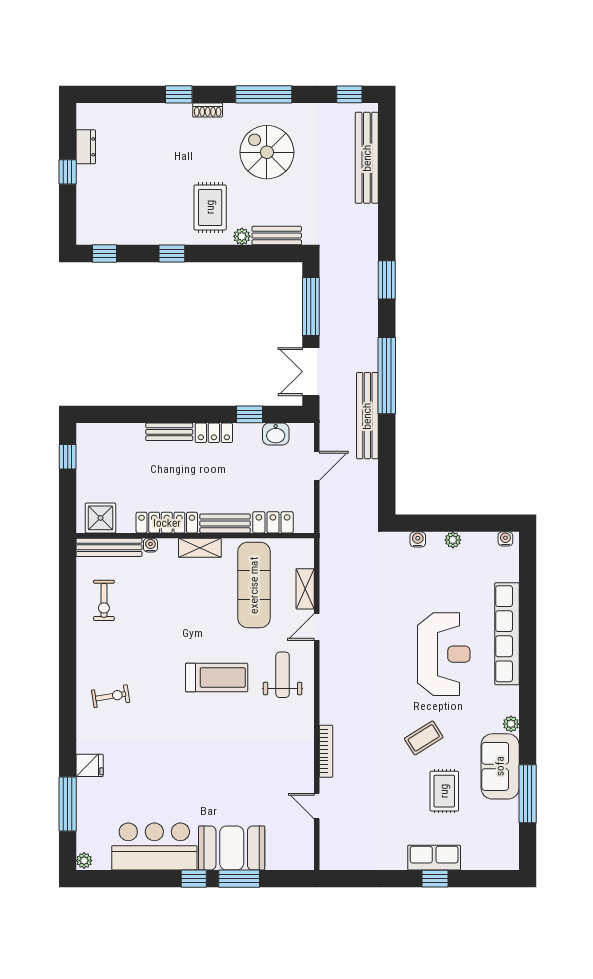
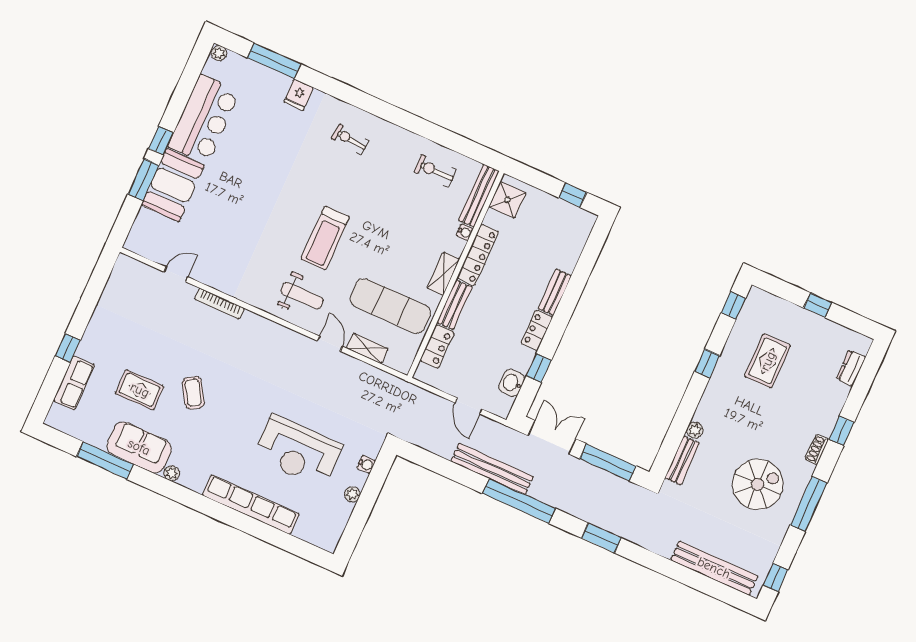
dresser: (86, 147) -> (851, 368), moved, turned 90
rug: (210, 207) -> (768, 361), moved, turned 90
water cooler: (505, 539) -> (333, 540), removed
reception desk: (444, 654) -> (298, 451), moved
exercise bike: (111, 696) -> (350, 140), turned 105
row of seats: (434, 858) -> (74, 383), moved

